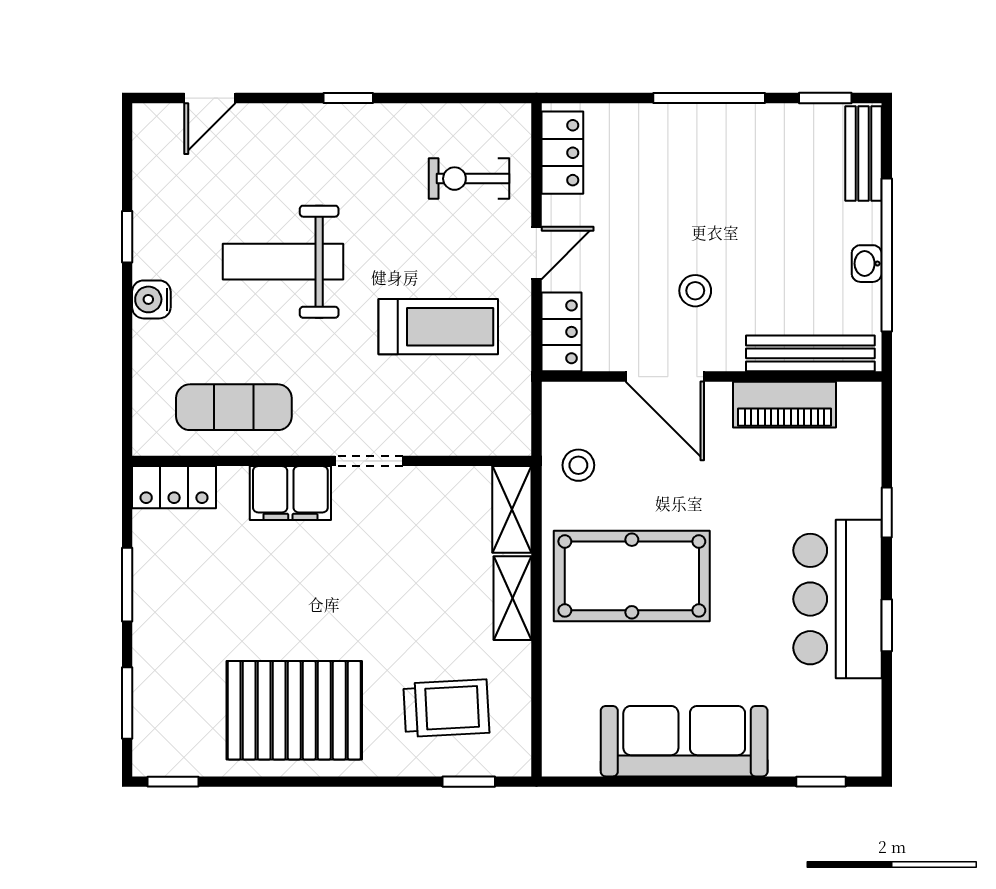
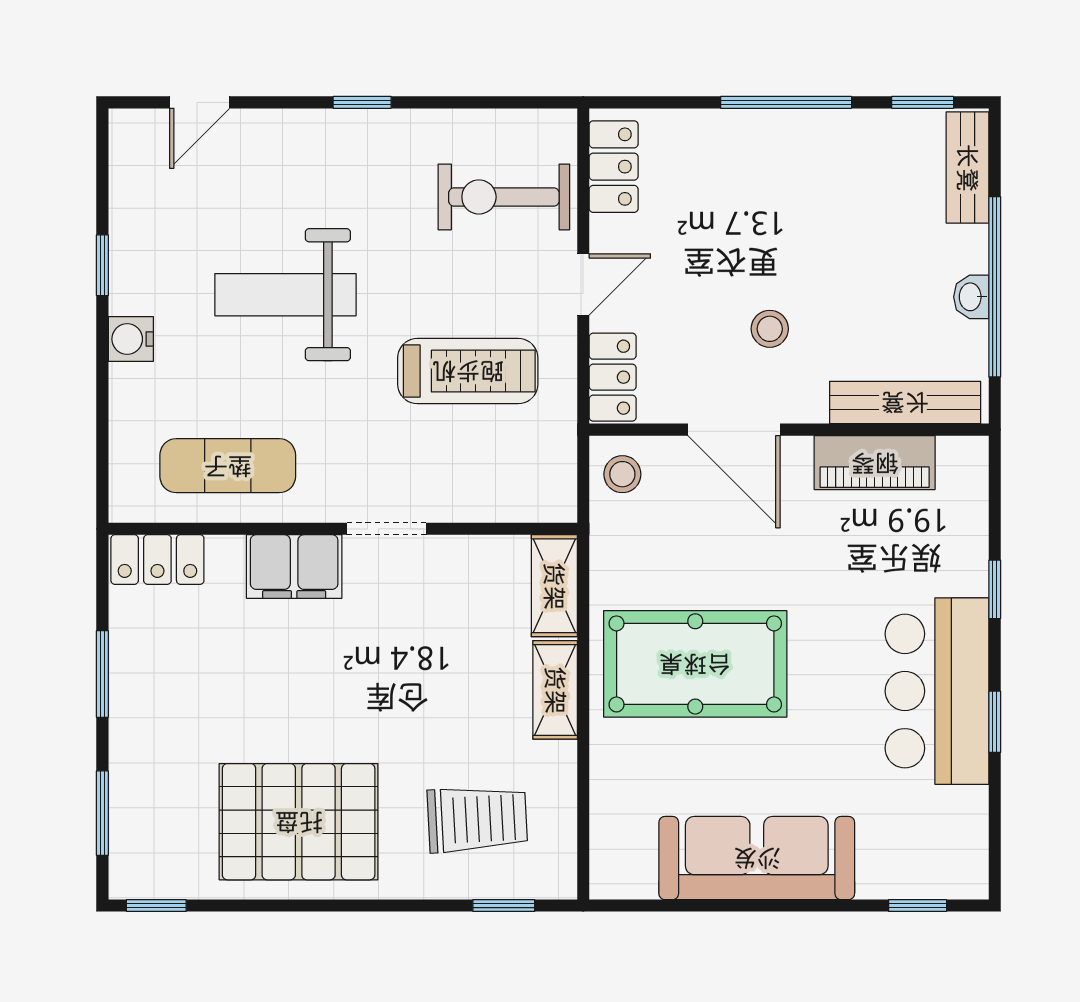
exercise bike: (469, 179) -> (504, 197), width x1.38, depth x1.39
stool: (578, 465) -> (622, 474), moved

